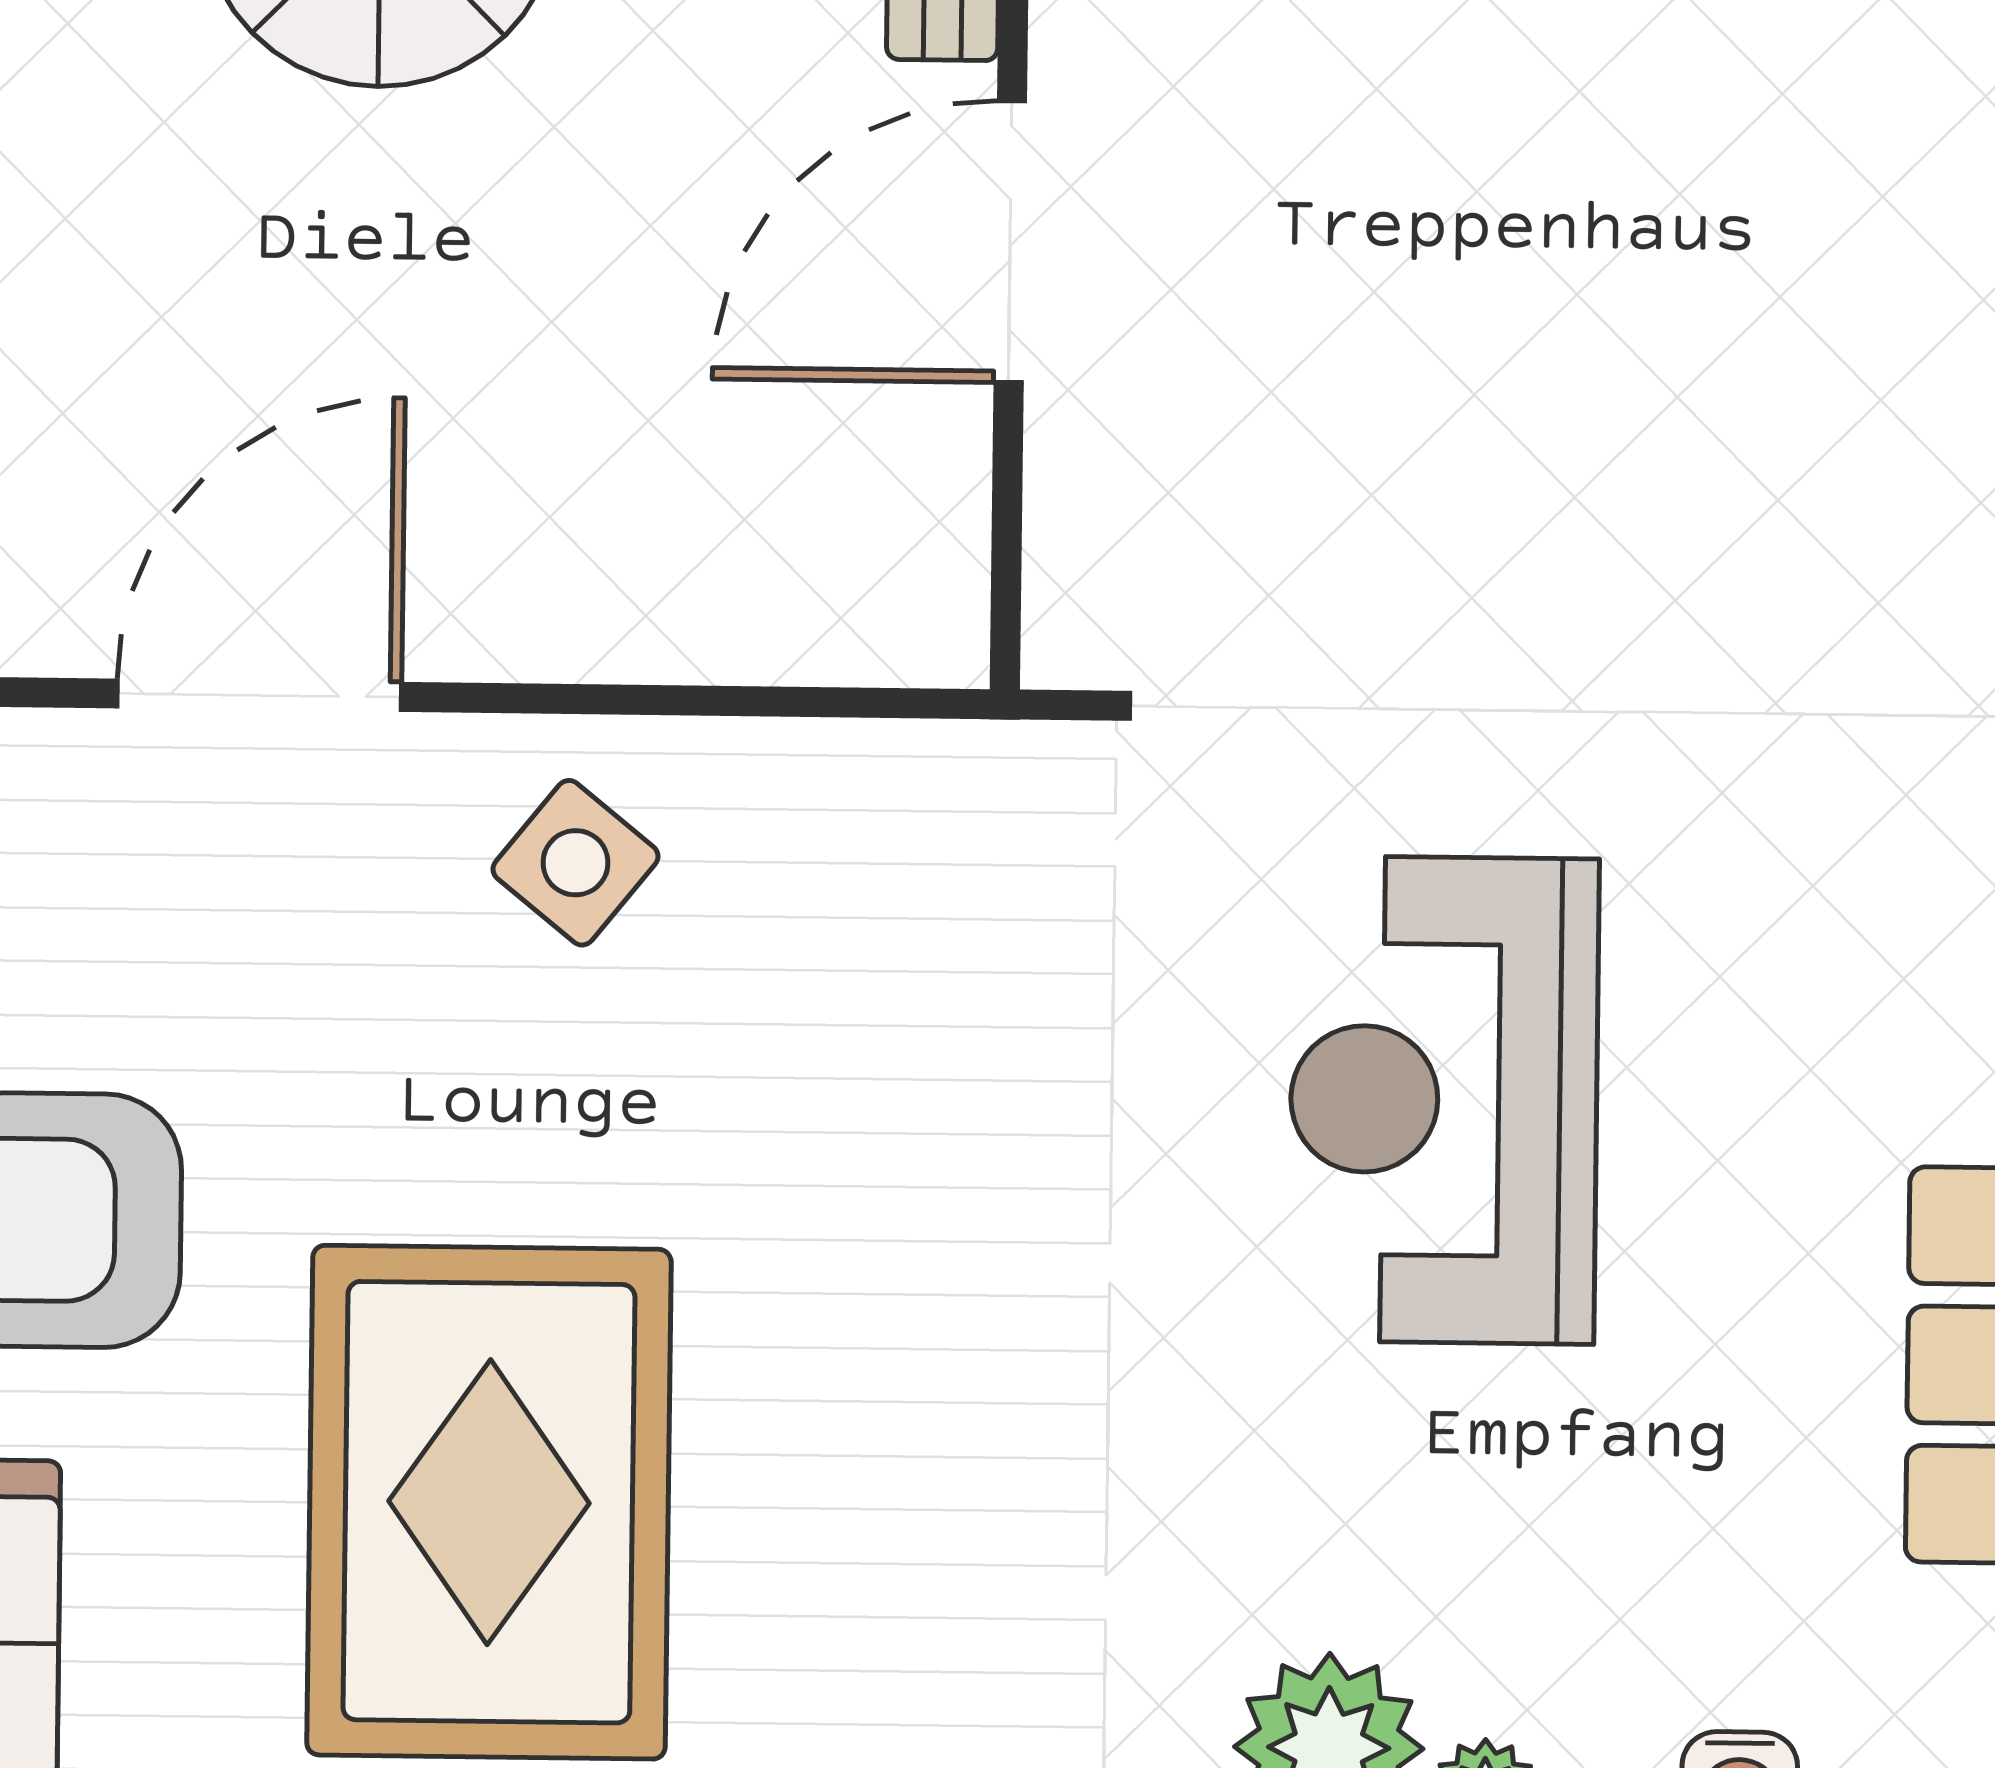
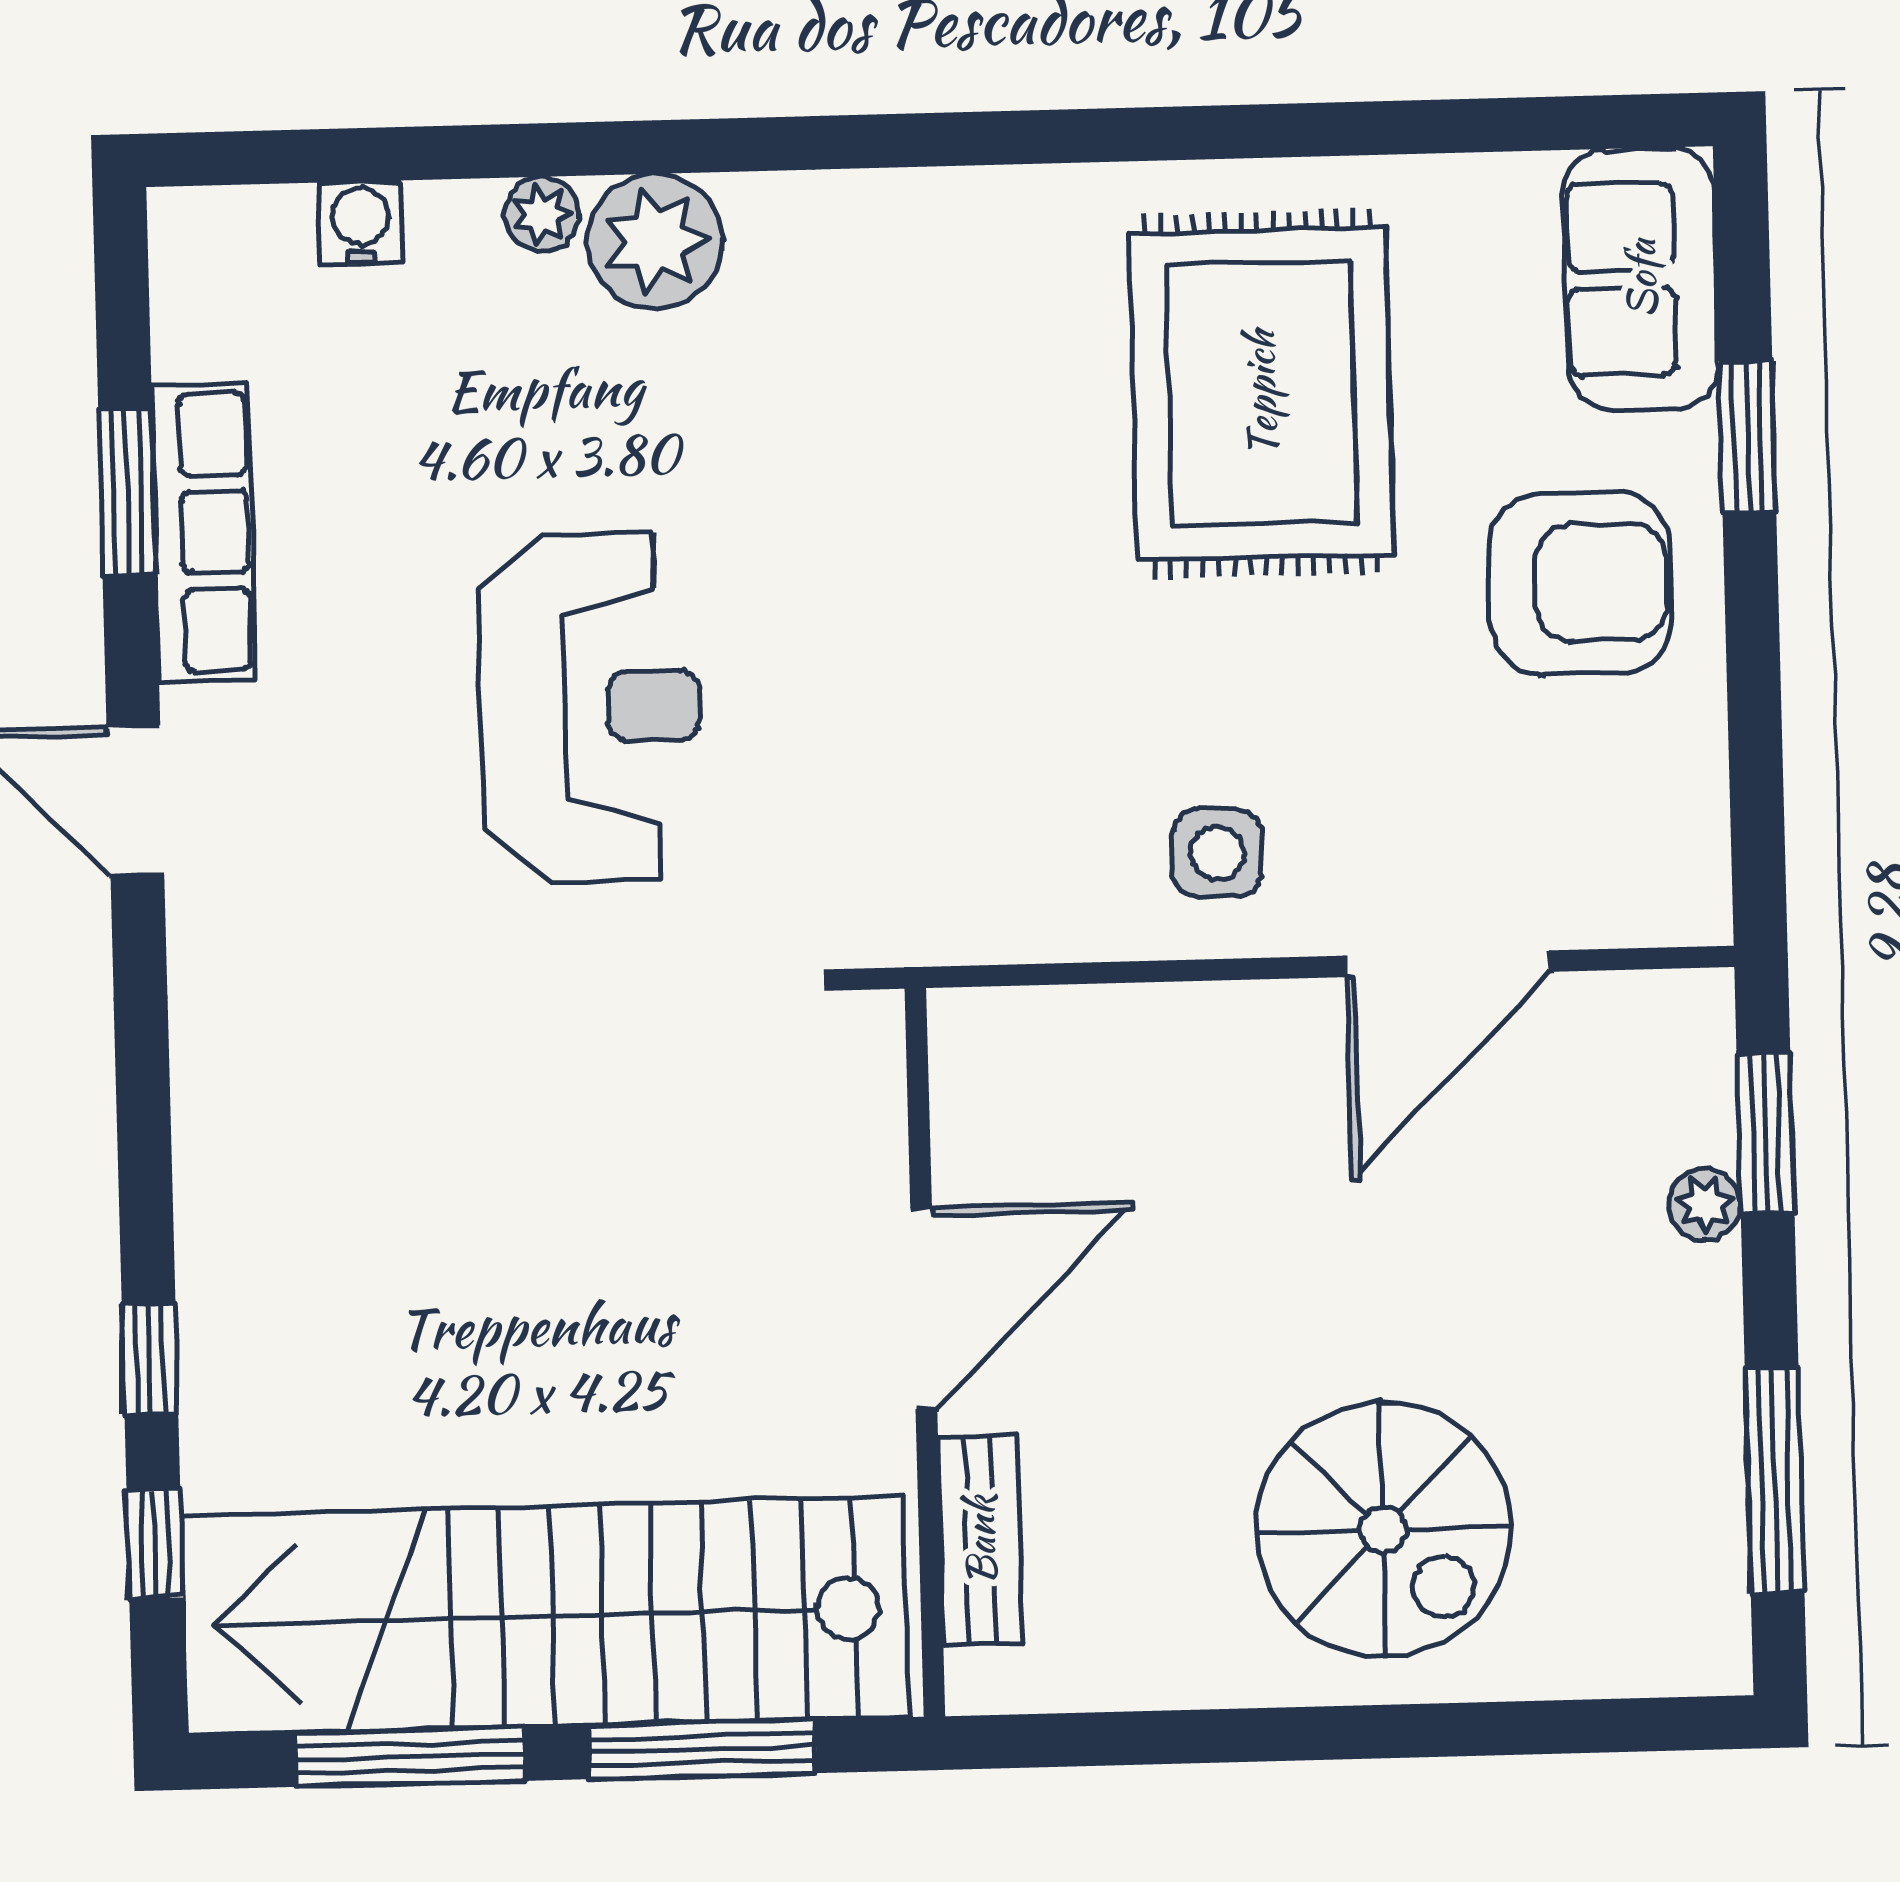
side table: (576, 863) -> (1217, 853), turned -36

